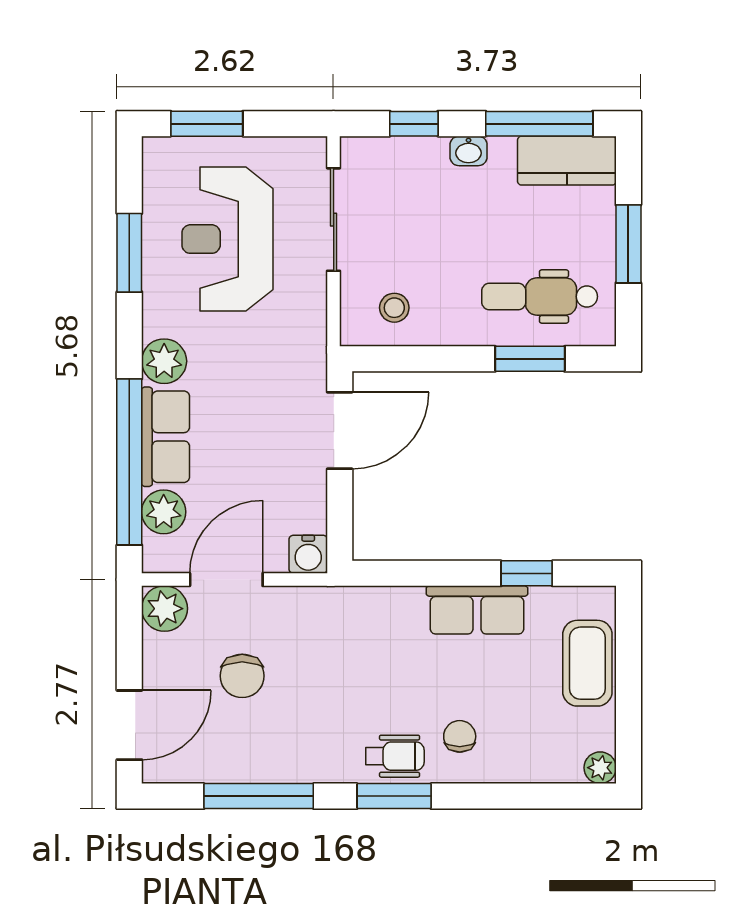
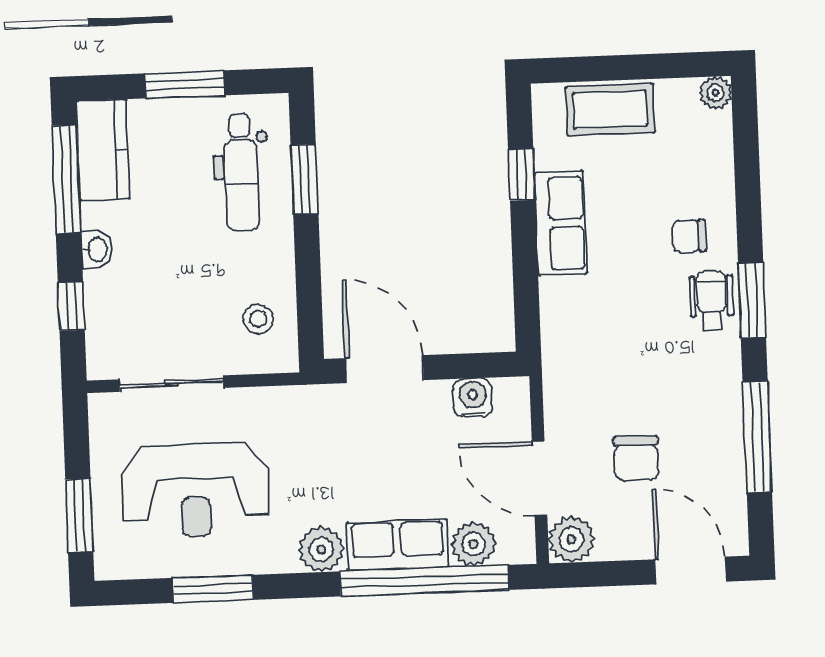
water cooler: (308, 554) -> (473, 398), moved, turned -90
chair: (242, 676) -> (636, 458), turned 90

